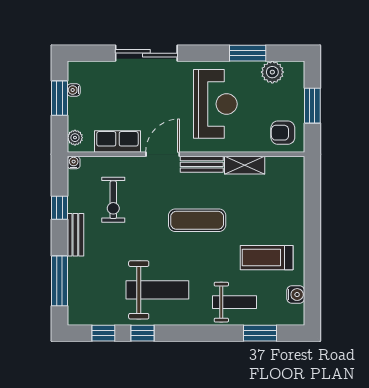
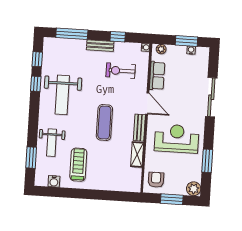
plant: (272, 72) -> (194, 189), moved
reception desk: (215, 104) -> (177, 139), turned 180

